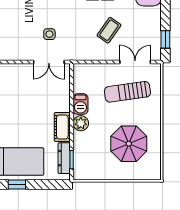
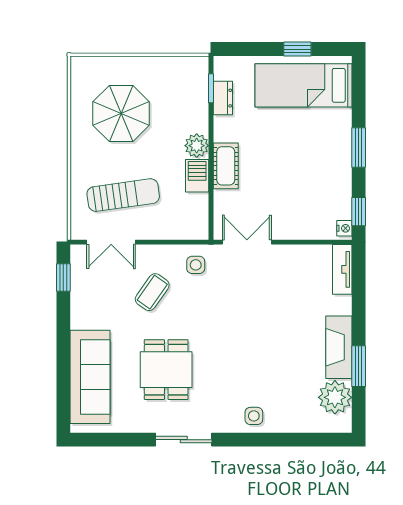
side table: (49, 34) -> (196, 265), moved
cot: (62, 127) -> (226, 166), moved
dresser: (64, 158) -> (223, 98), width x0.70

